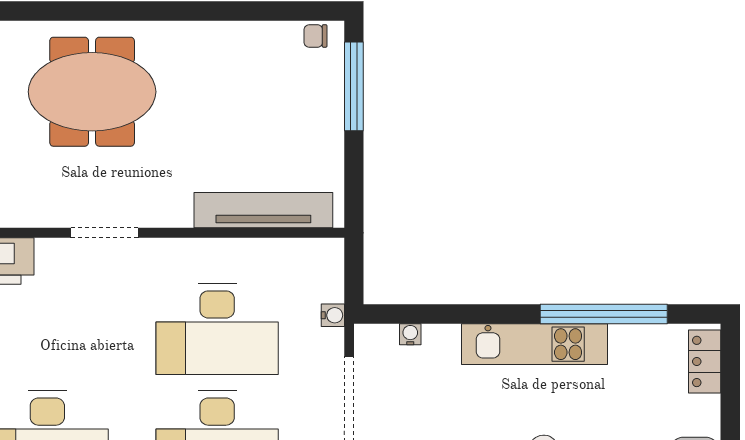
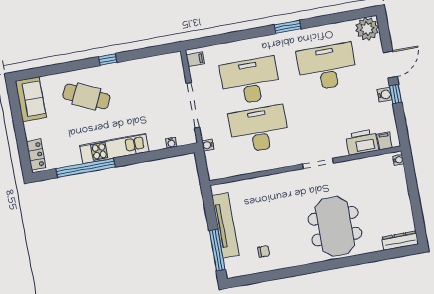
chair: (315, 36) -> (264, 251), moved
meeting table: (92, 92) -> (335, 226), turned 90
tv unit: (263, 210) -> (225, 225), moved, turned -90

